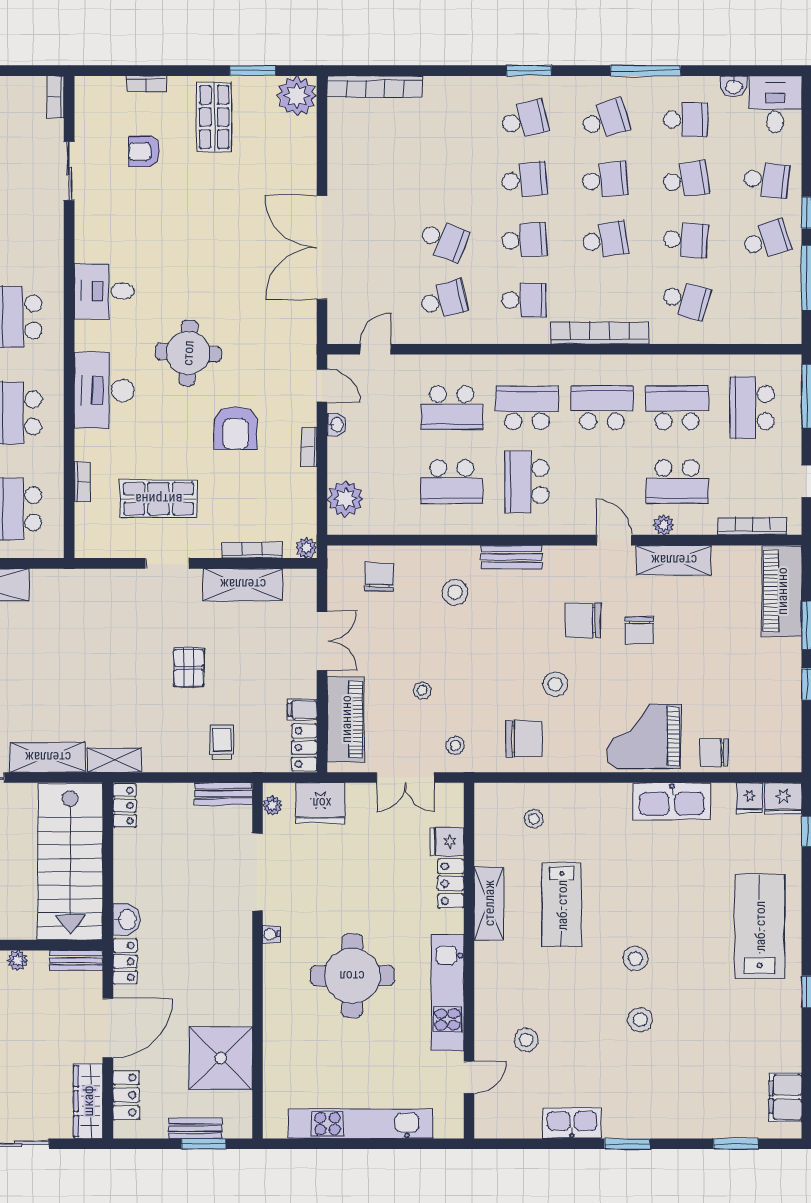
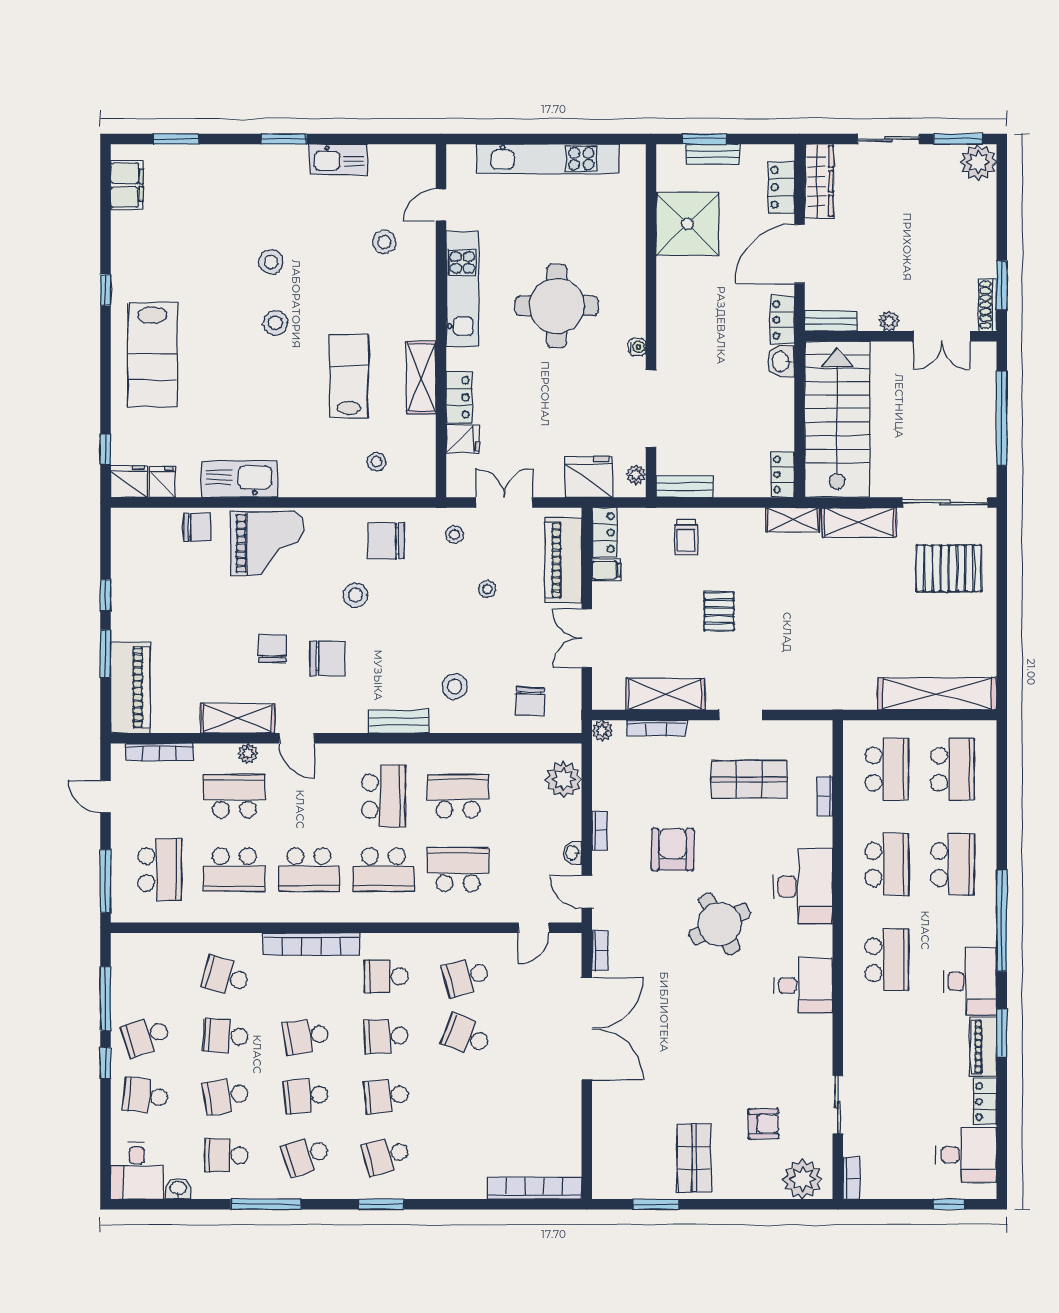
bookcase: (146, 84) -> (600, 950), moved, turned 90
plant: (297, 96) -> (803, 1179), moved
round table: (188, 353) -> (720, 924), turned -31

